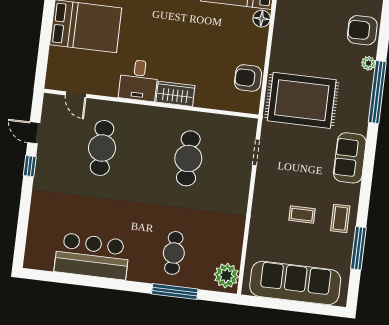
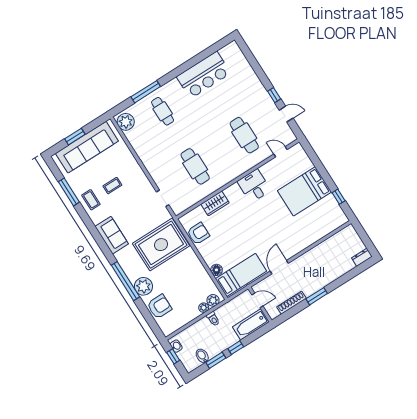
plant: (368, 63) -> (143, 286), width x1.87, depth x1.87
wardrobe: (175, 94) -> (215, 203), moved
window: (299, 307) -> (75, 137), added

